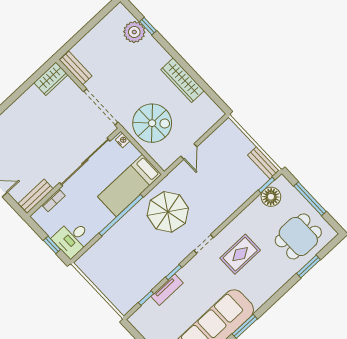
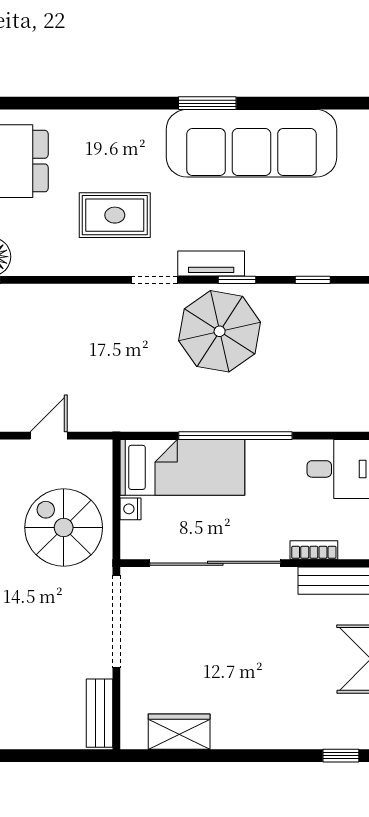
wardrobe: (51, 79) -> (179, 732), moved
nightstand: (123, 140) -> (131, 509), moved
parasol: (168, 212) -> (220, 331), moved
window: (309, 266) -> (32, 103), removed
tv unit: (167, 290) -> (211, 264), moved

